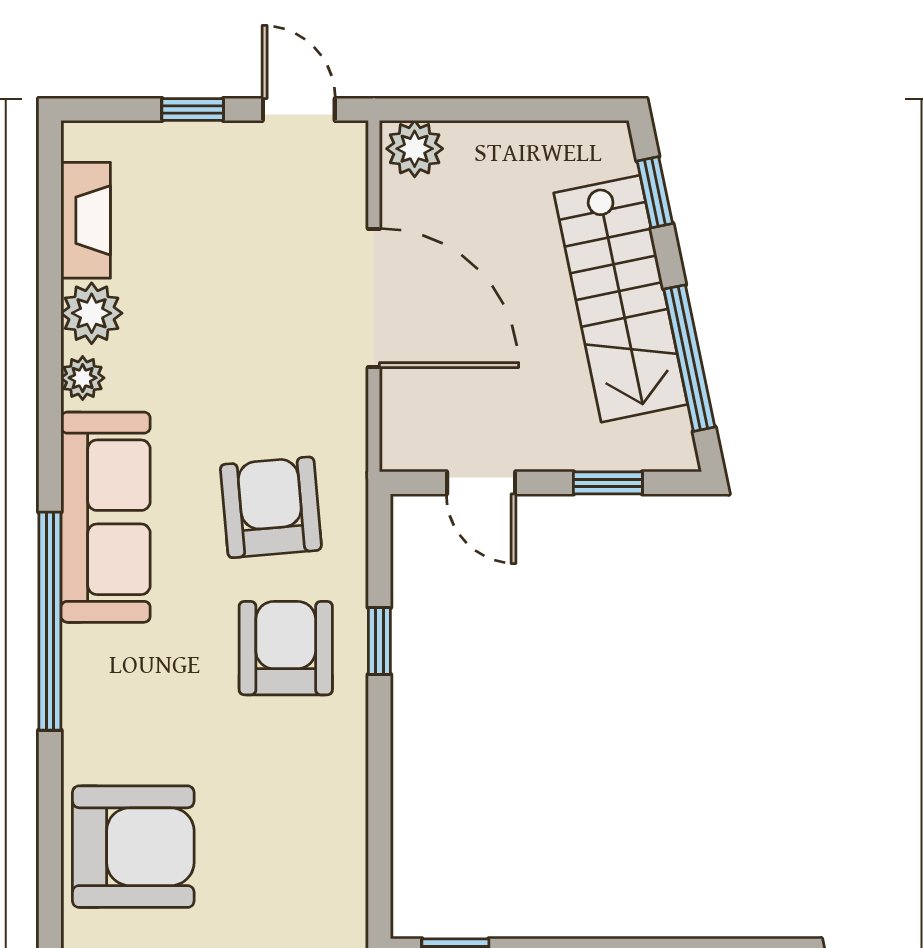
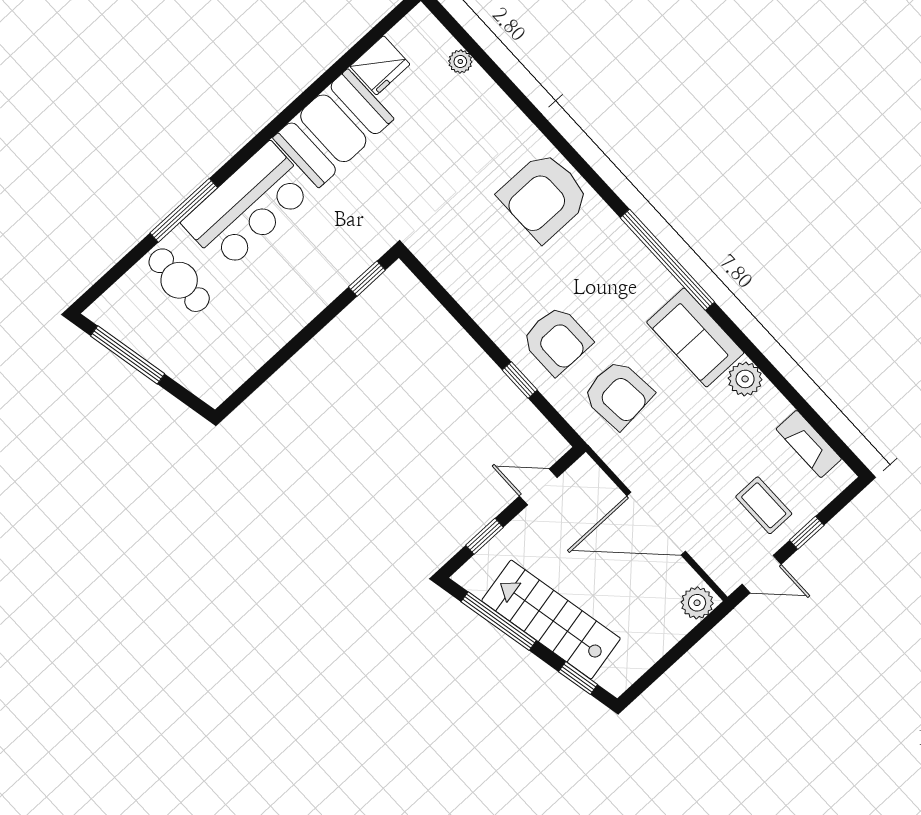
coffee table: (215, 195) -> (764, 505), added
plant: (92, 313) -> (770, 407), removed
plant: (83, 378) -> (745, 379), width x1.38, depth x1.38
sofa: (106, 517) -> (695, 337), width x0.73

